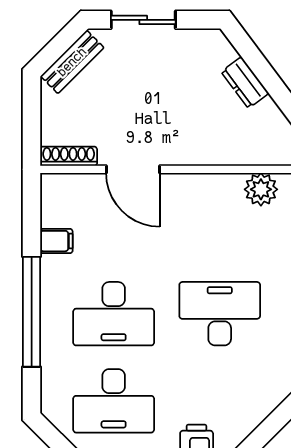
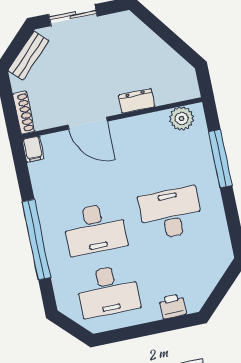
dresser: (245, 83) -> (137, 101), moved, turned 127
shoe rack: (69, 156) -> (24, 113), moved, turned 90
filing cabinet: (56, 241) -> (33, 149), moved, turned 90

